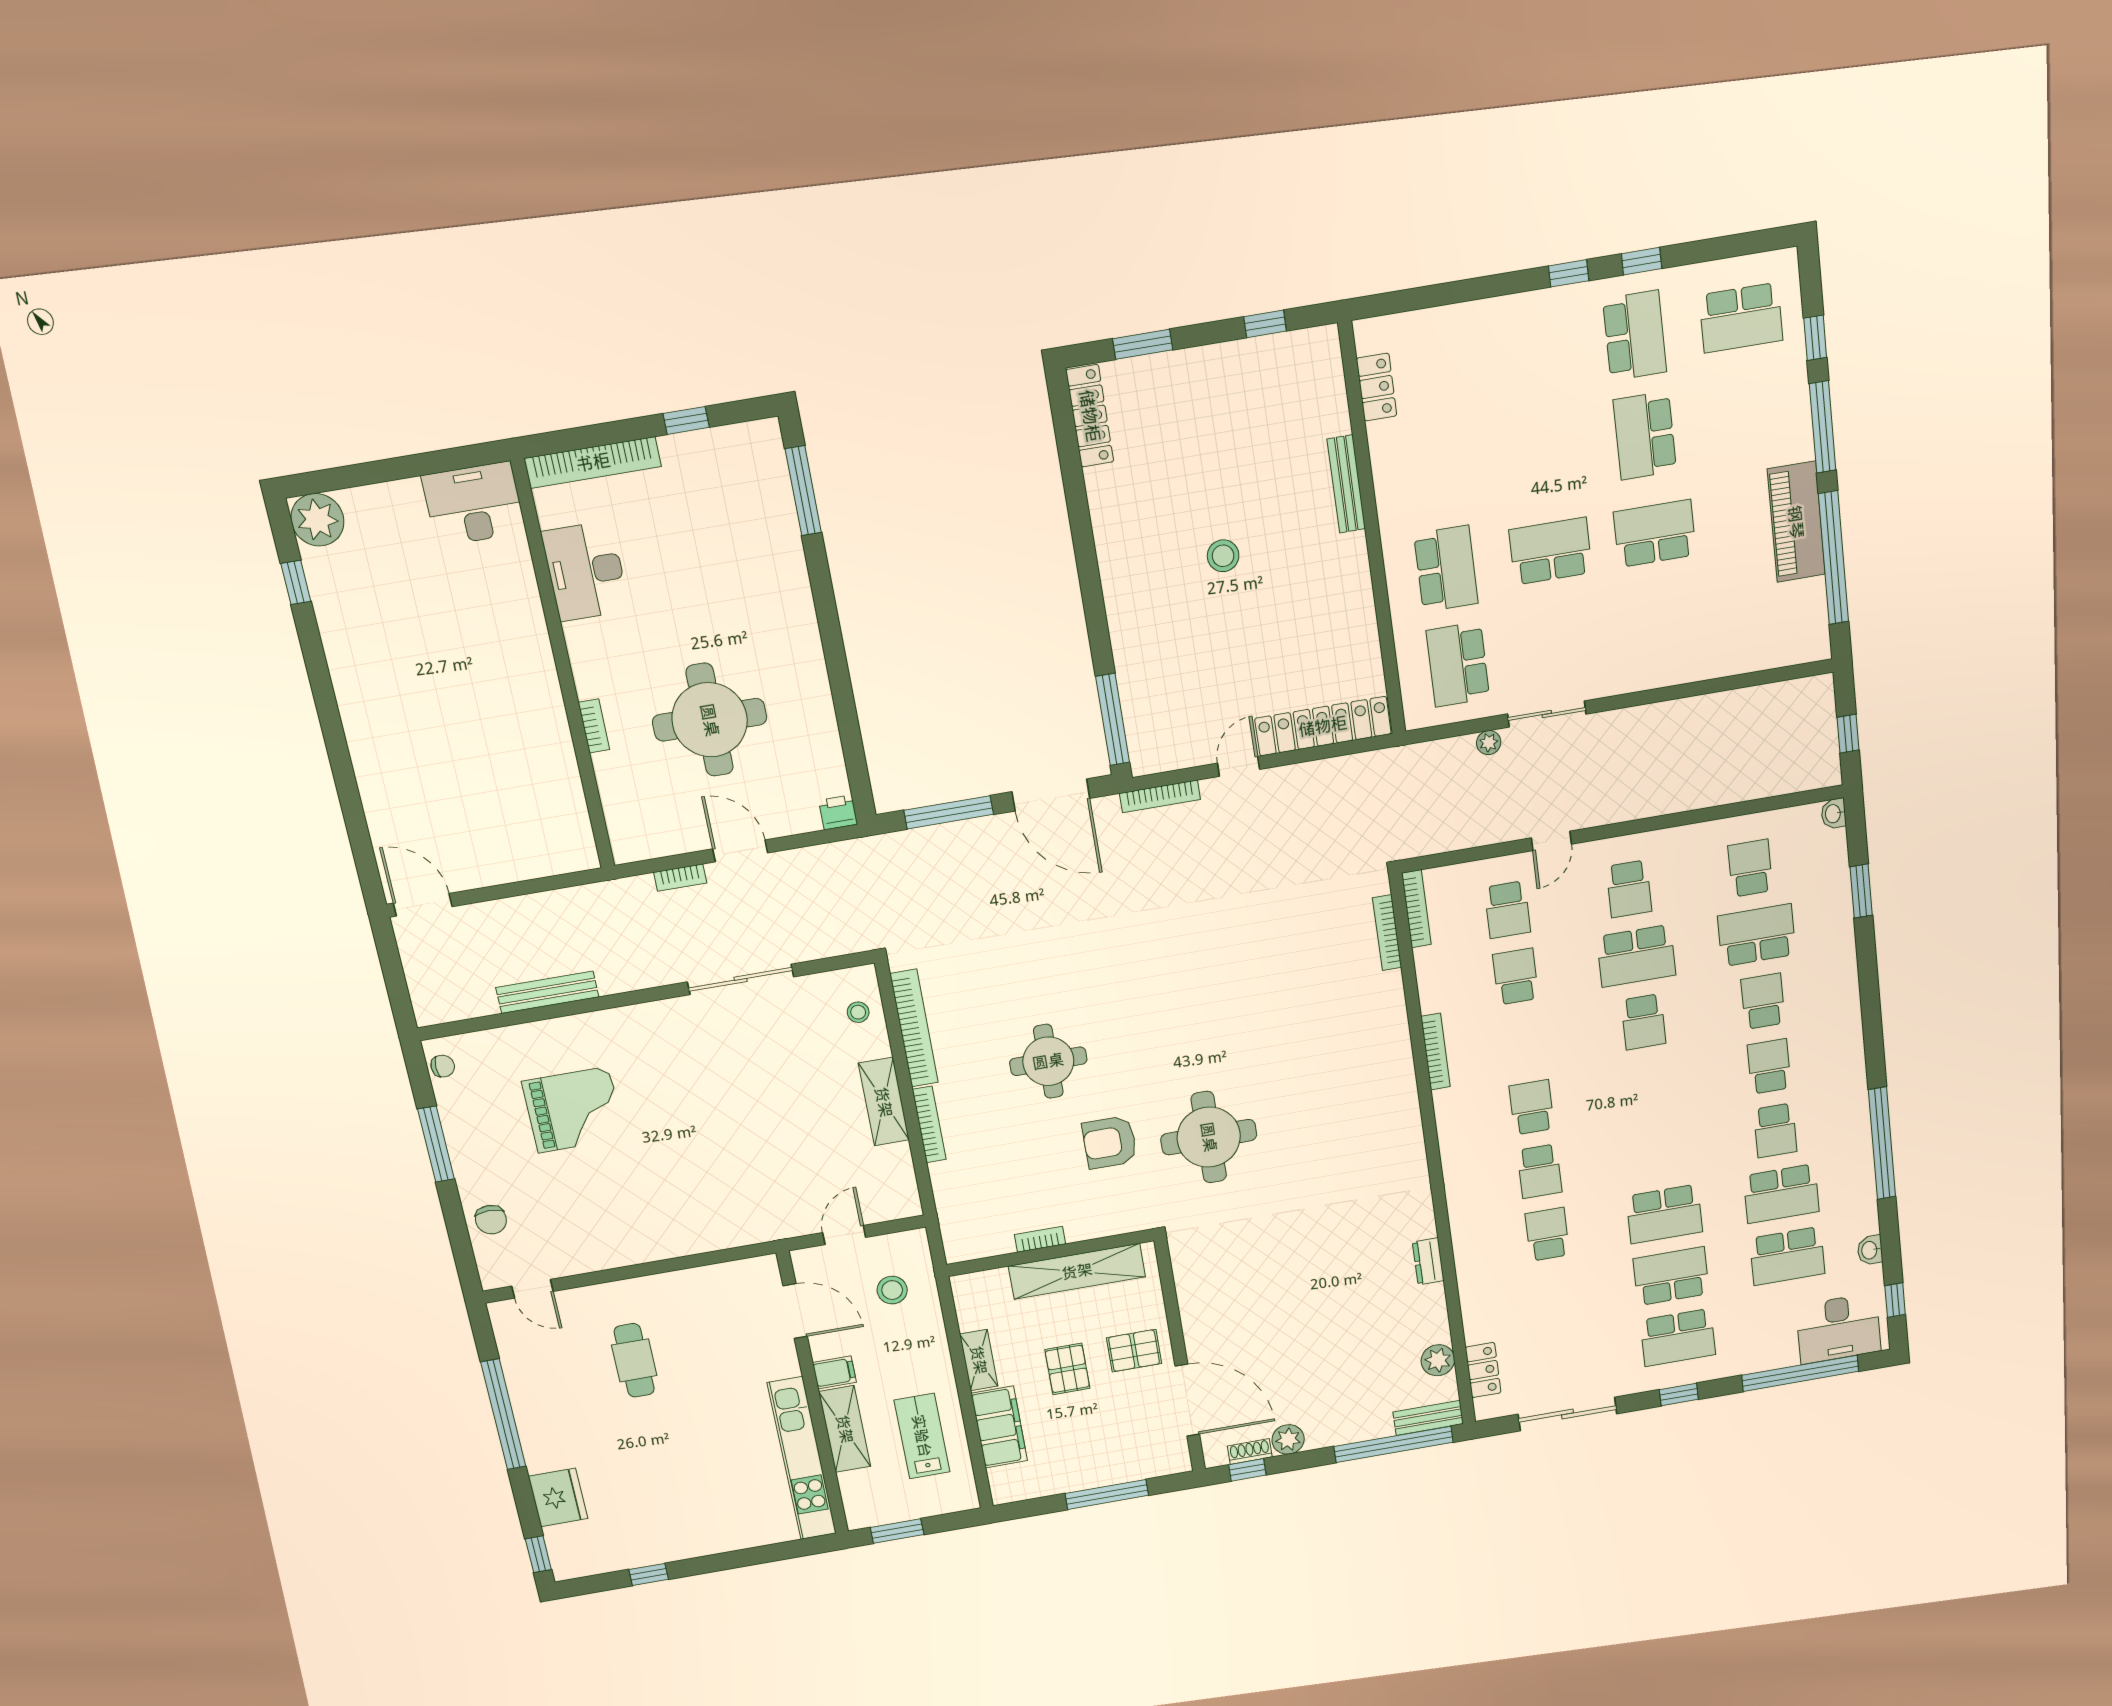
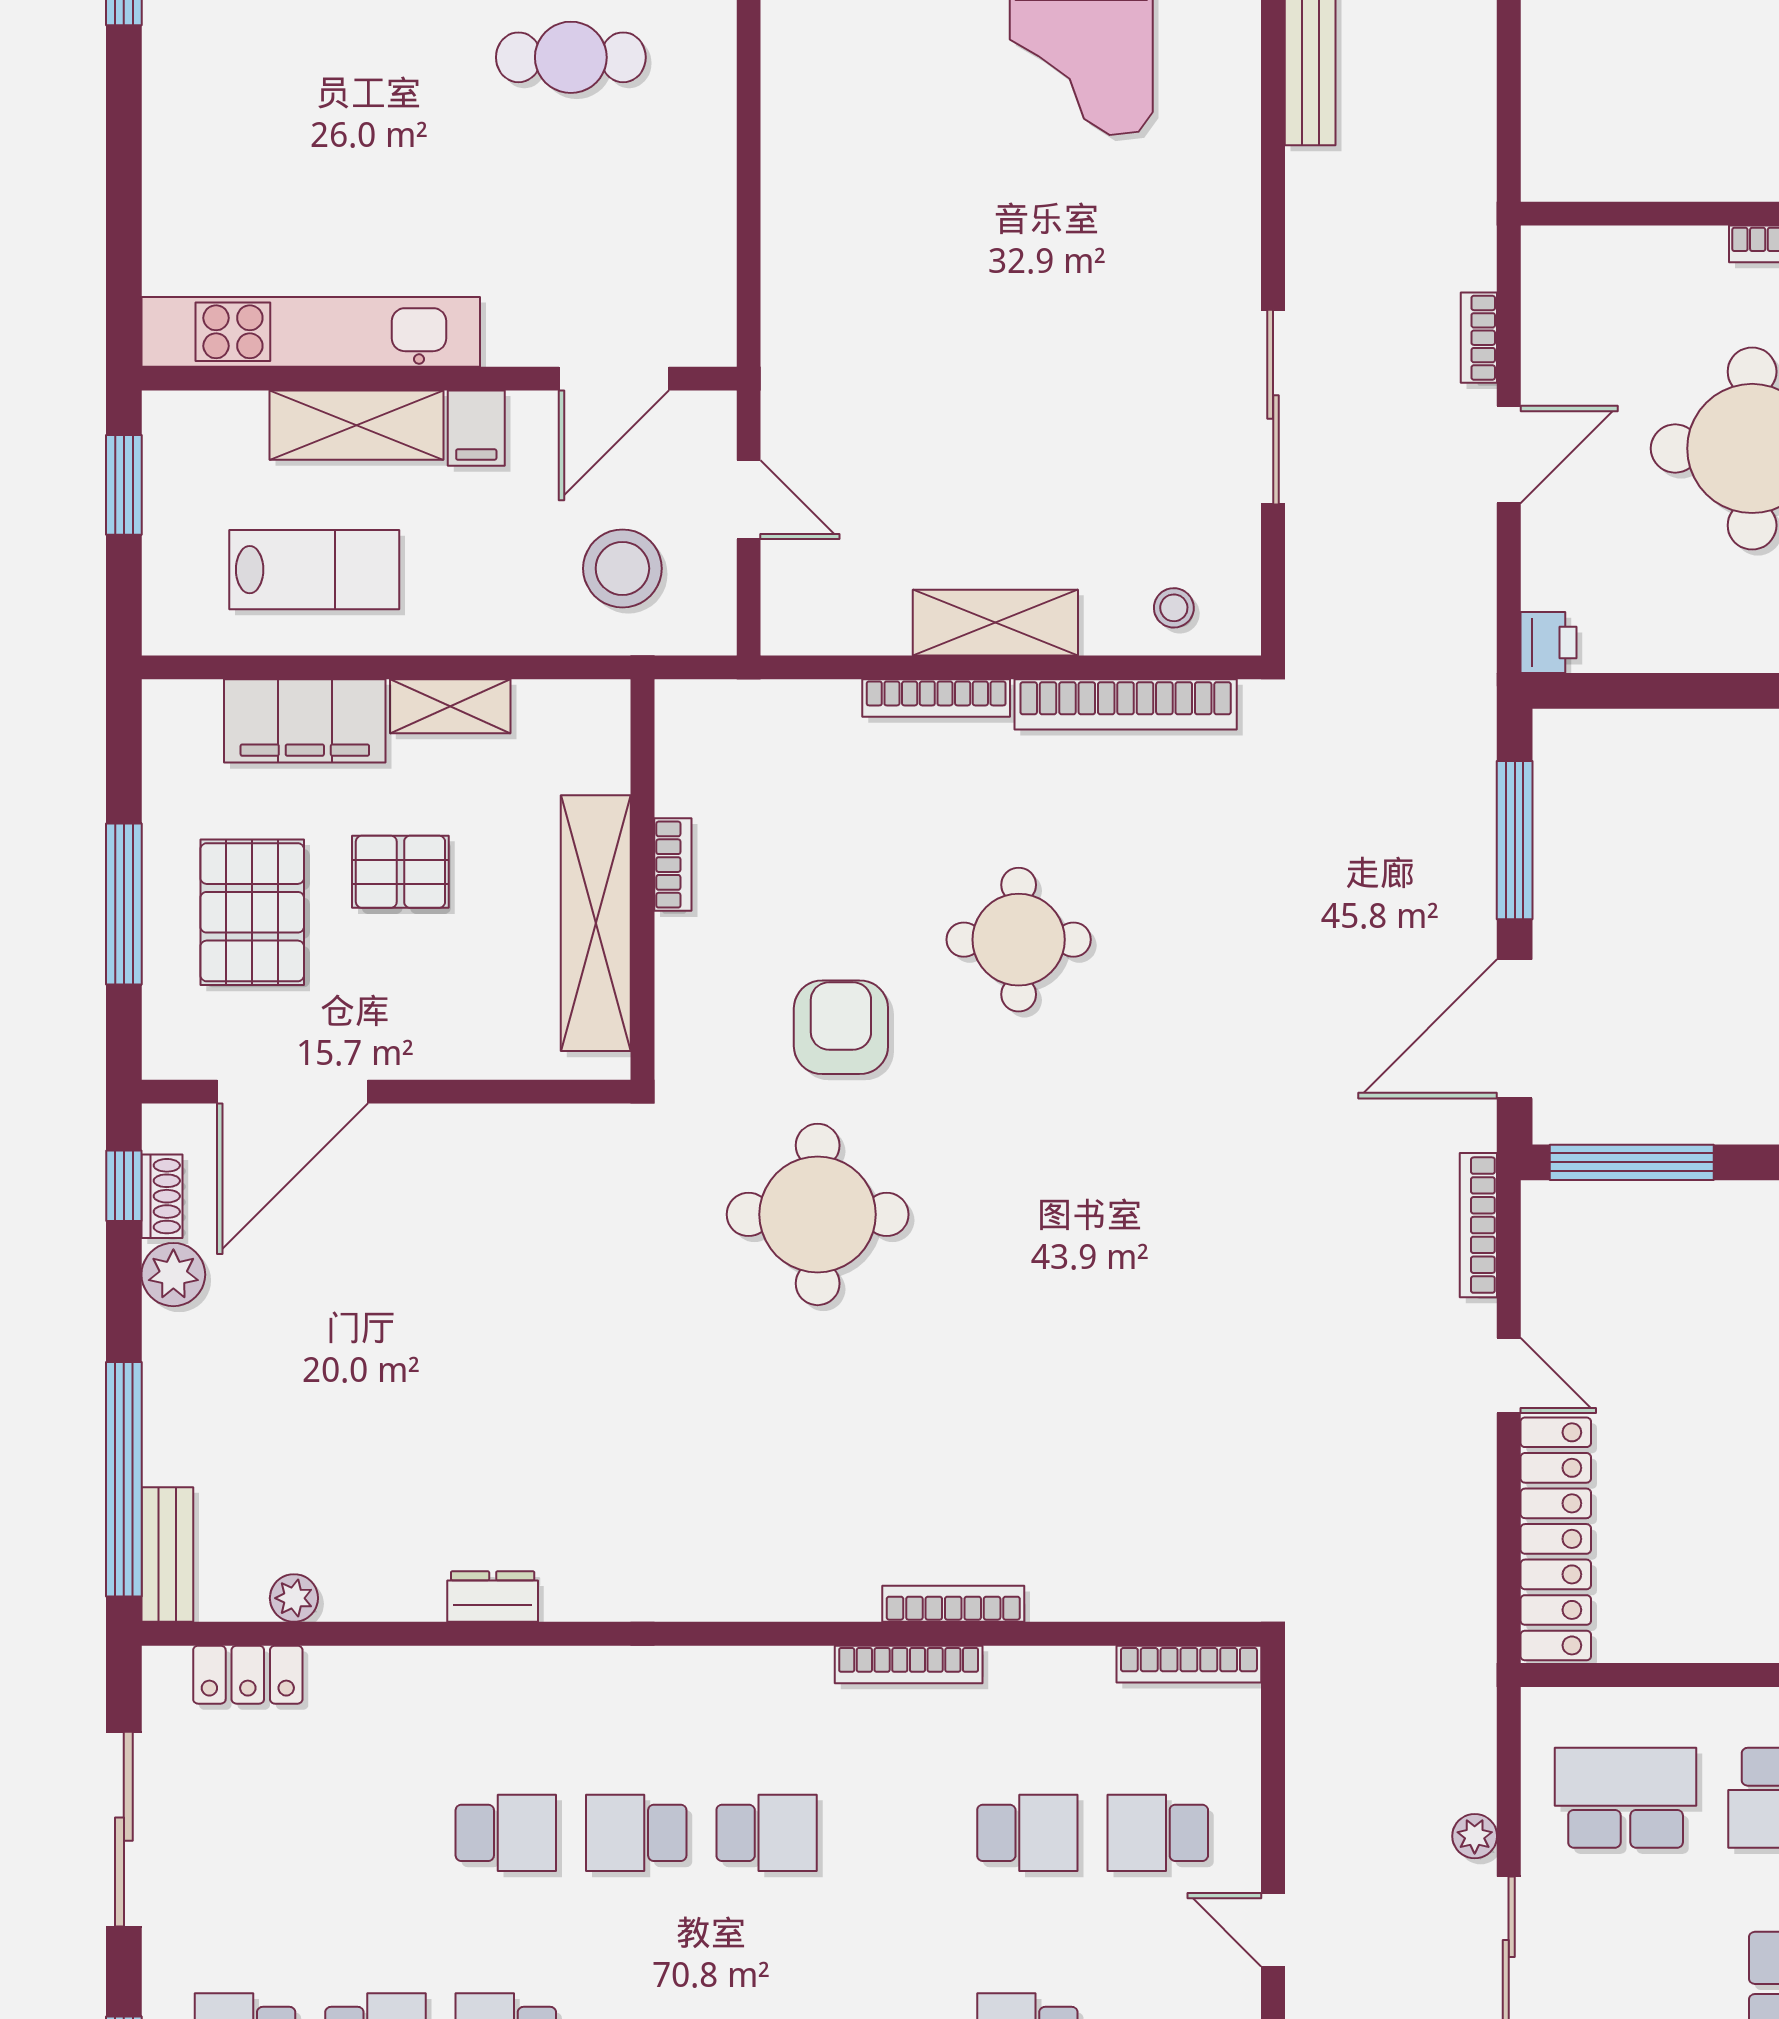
bookcase: (1387, 933) -> (953, 1604), moved
stool: (892, 1290) -> (622, 568), width x1.38, depth x1.38
pallet: (1134, 1351) -> (252, 912), moved, width x1.50, depth x1.42
plant: (1438, 1360) -> (294, 1598), width x0.73, depth x0.73

